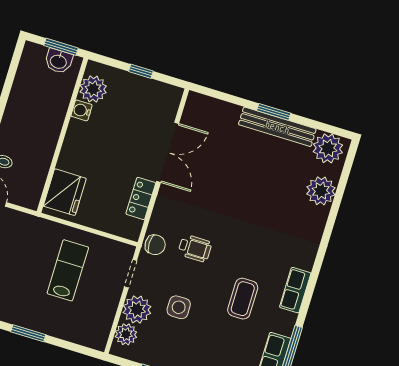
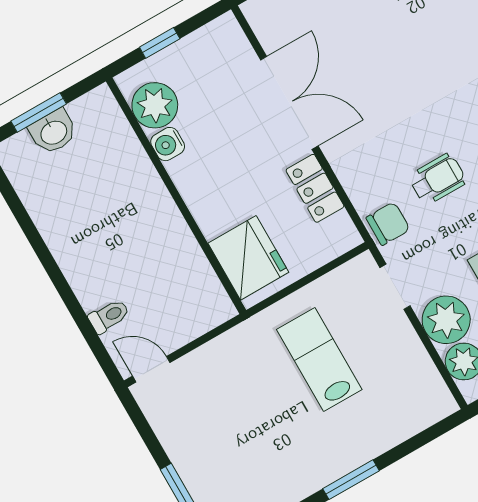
plant: (93, 89) -> (155, 105), moved
water cooler: (82, 110) -> (168, 144), moved
wall: (62, 135) -> (176, 196), moved
fridge: (65, 192) -> (248, 258), moved

